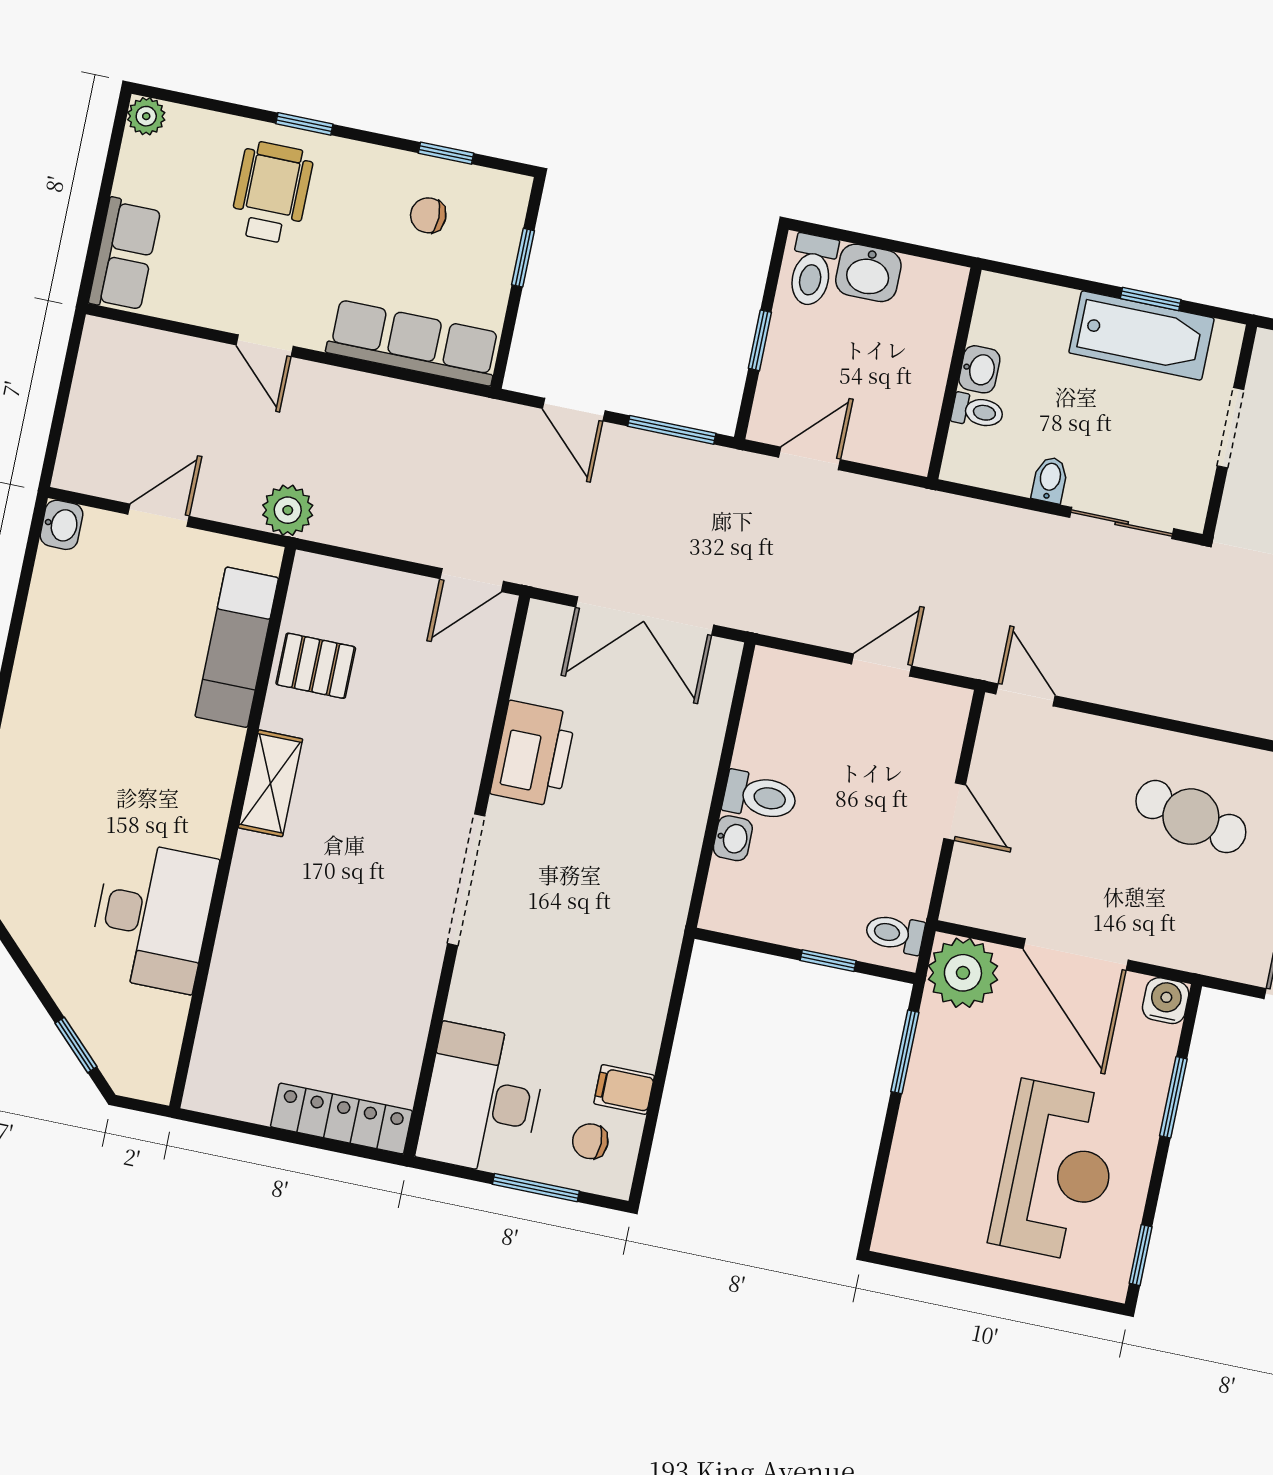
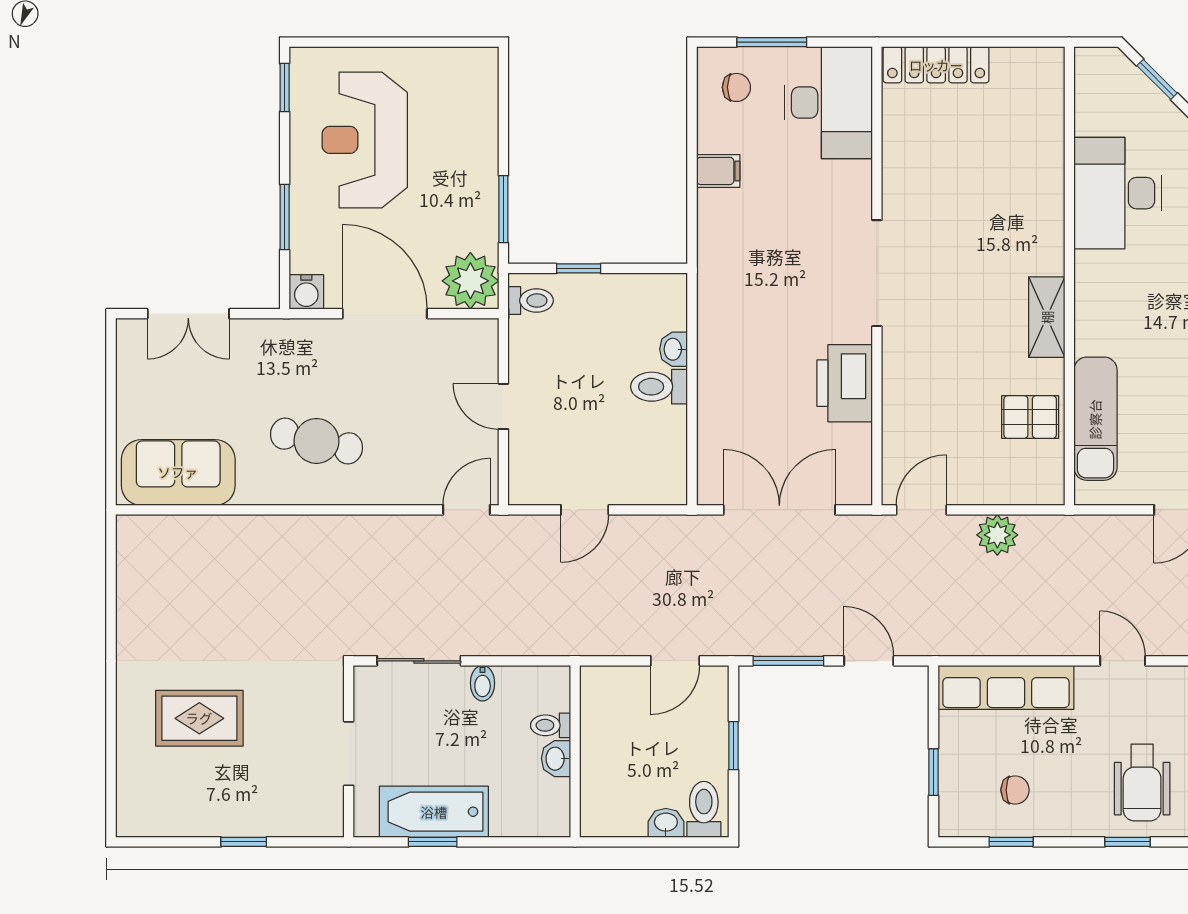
washbasin: (868, 273) -> (666, 823), width x0.72, depth x0.69
plant: (288, 510) -> (997, 535), moved
door: (1026, 695) -> (466, 510), swing flipped
filing cabinet: (624, 1089) -> (718, 171), moved

